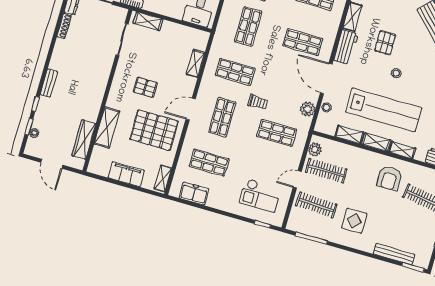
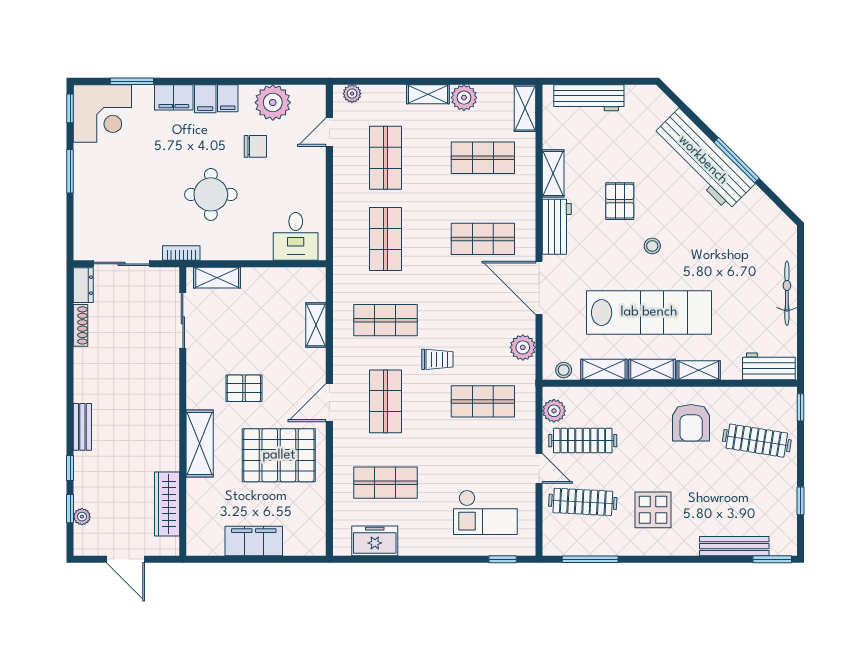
stool: (326, 107) -> (564, 370), moved
shelving: (107, 127) -> (200, 444), moved
shelving: (163, 179) -> (316, 531), removed
door: (297, 179) -> (539, 469), swing flipped

